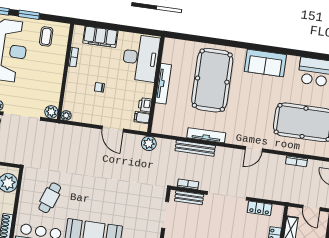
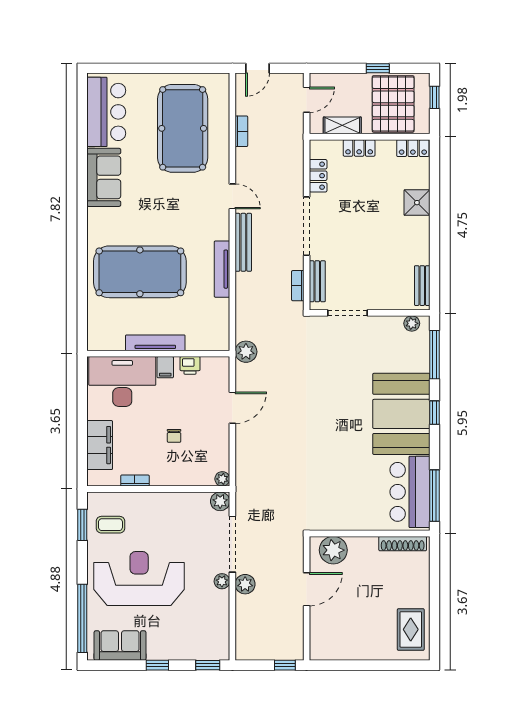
window: (29, 15) -> (82, 525), moved
sofa: (265, 63) -> (104, 177), moved
filing cabinet: (142, 118) -> (165, 367), moved
bench: (195, 148) -> (243, 242), moved
cafe table: (50, 198) -> (346, 486), removed

